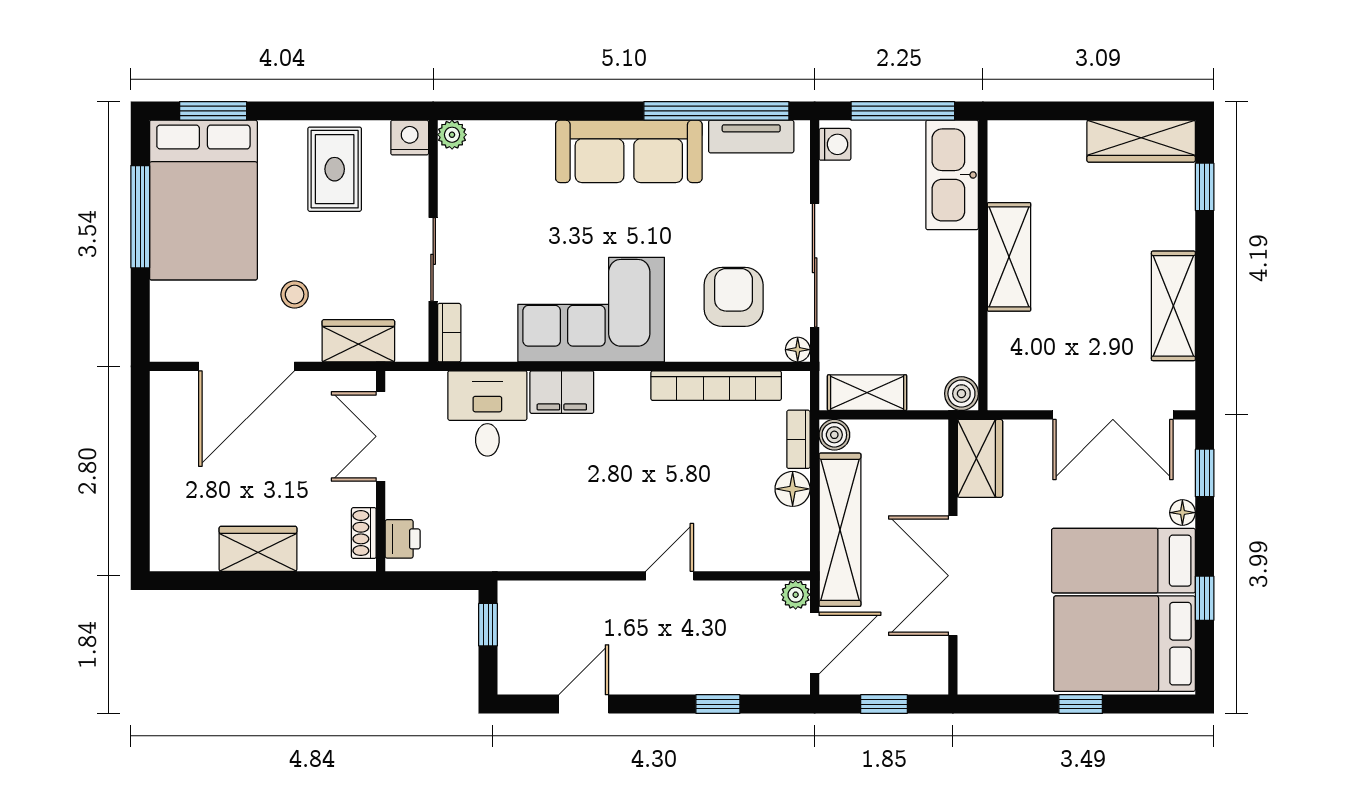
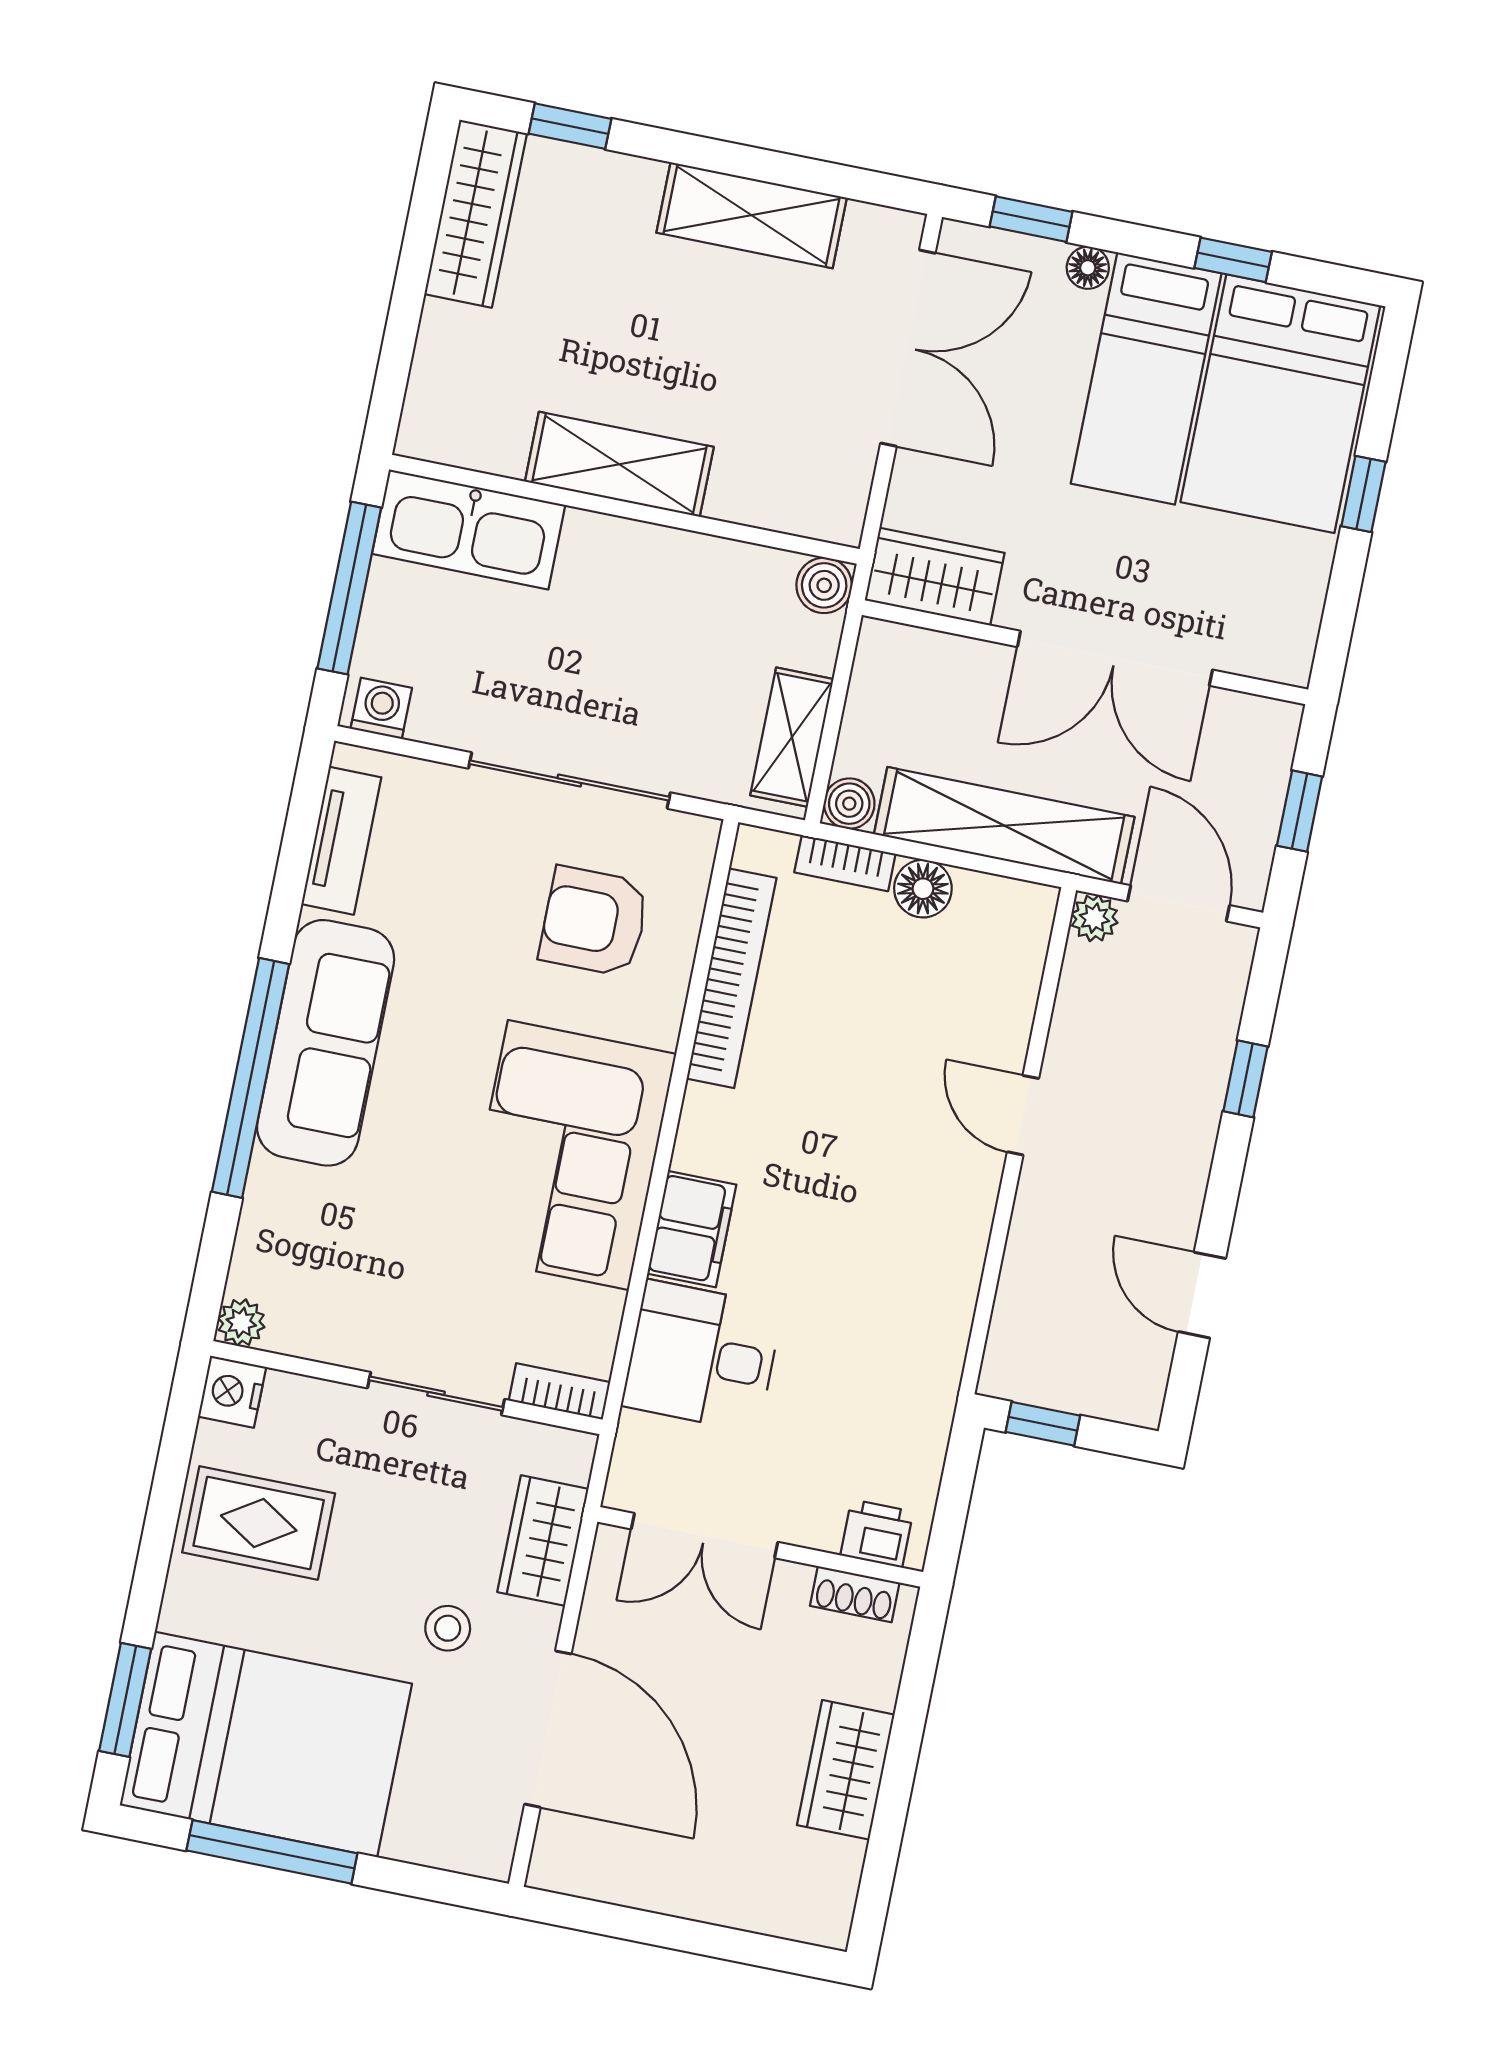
window: (716, 111) -> (251, 1078), moved
floor lamp: (798, 350) -> (700, 835), removed

